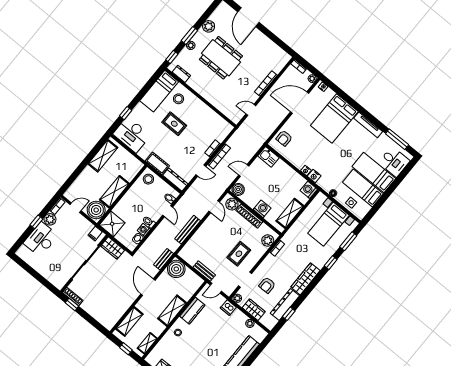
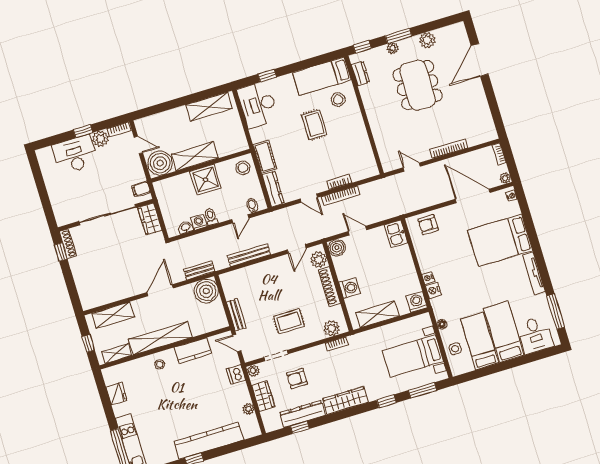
shower: (112, 224) -> (205, 180), moved
shelving: (172, 311) -> (160, 338), width x1.47

